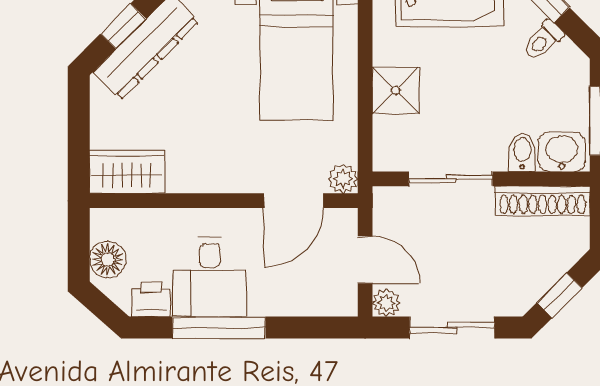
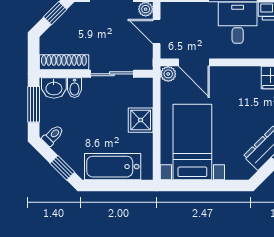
toilet: (543, 40) -> (53, 135), moved
door: (294, 201) -> (194, 62), swing flipped

